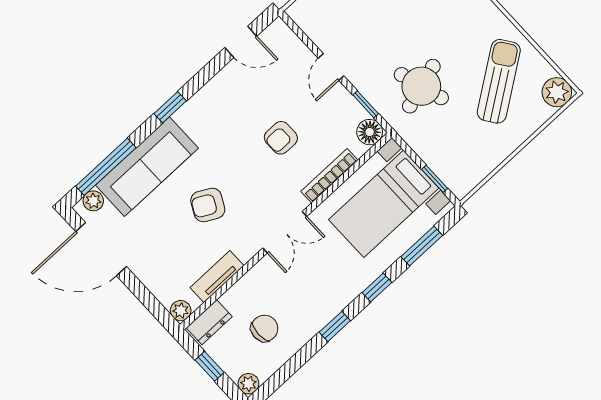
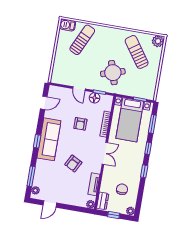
floor lamp: (370, 132) -> (95, 98), moved
window: (106, 167) -> (31, 176), width x0.69
sofa: (147, 167) -> (49, 139), moved
door: (101, 249) -> (50, 204), width x0.53

